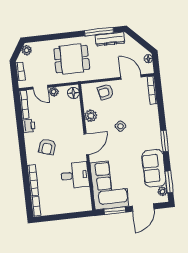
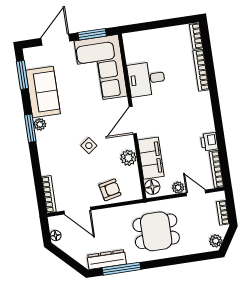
filing cabinet: (74, 115) -> (151, 158), added
armchair: (47, 147) -> (184, 115), removed
plant: (162, 191) -> (40, 124), moved

